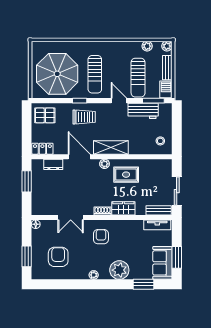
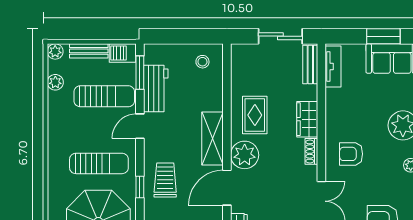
plant: (104, 164) -> (245, 155), width x1.88, depth x1.88

